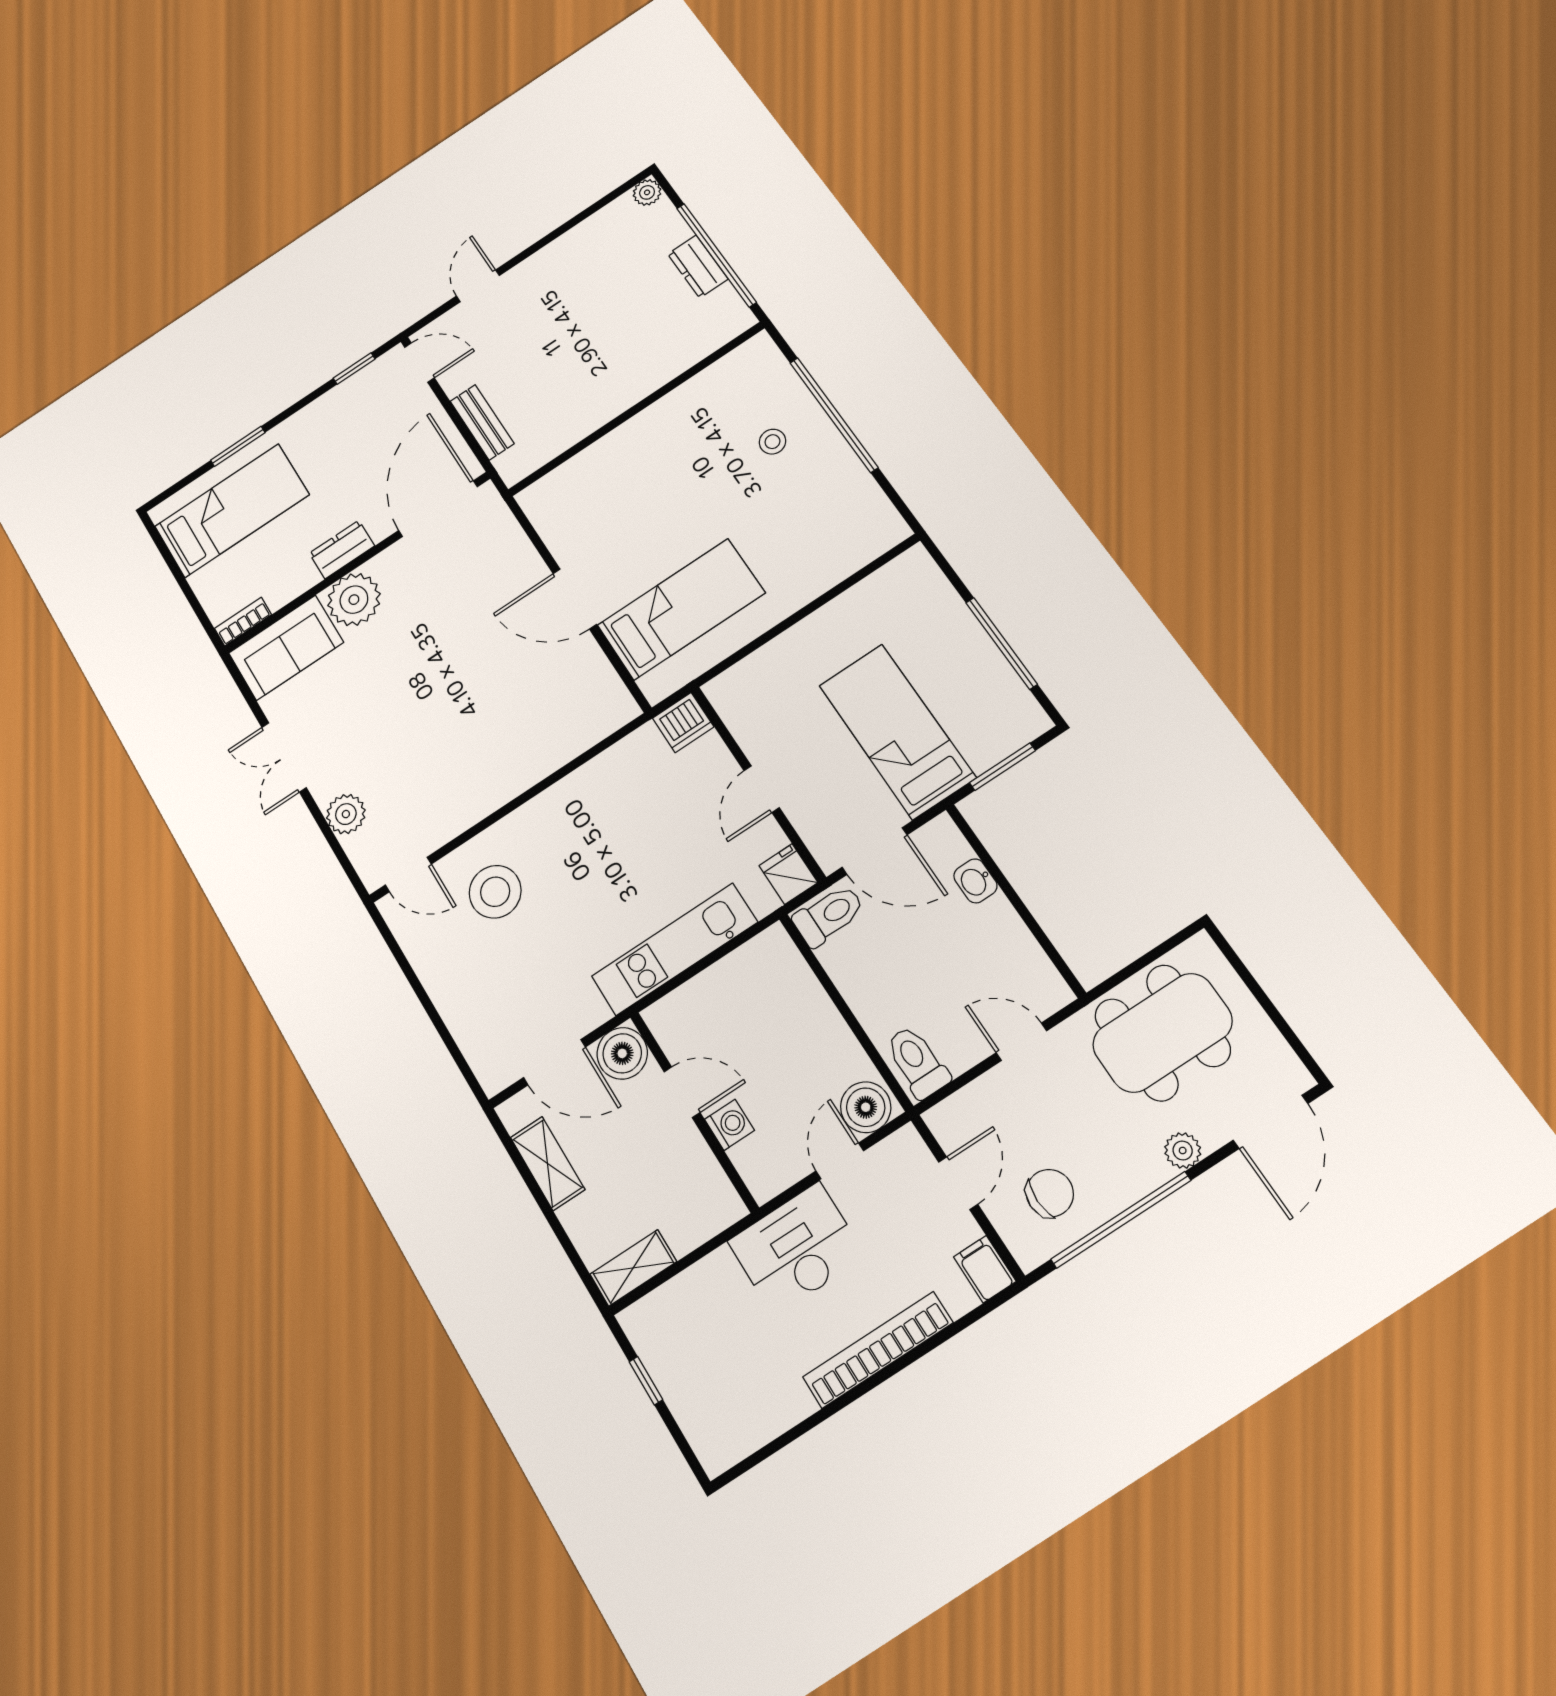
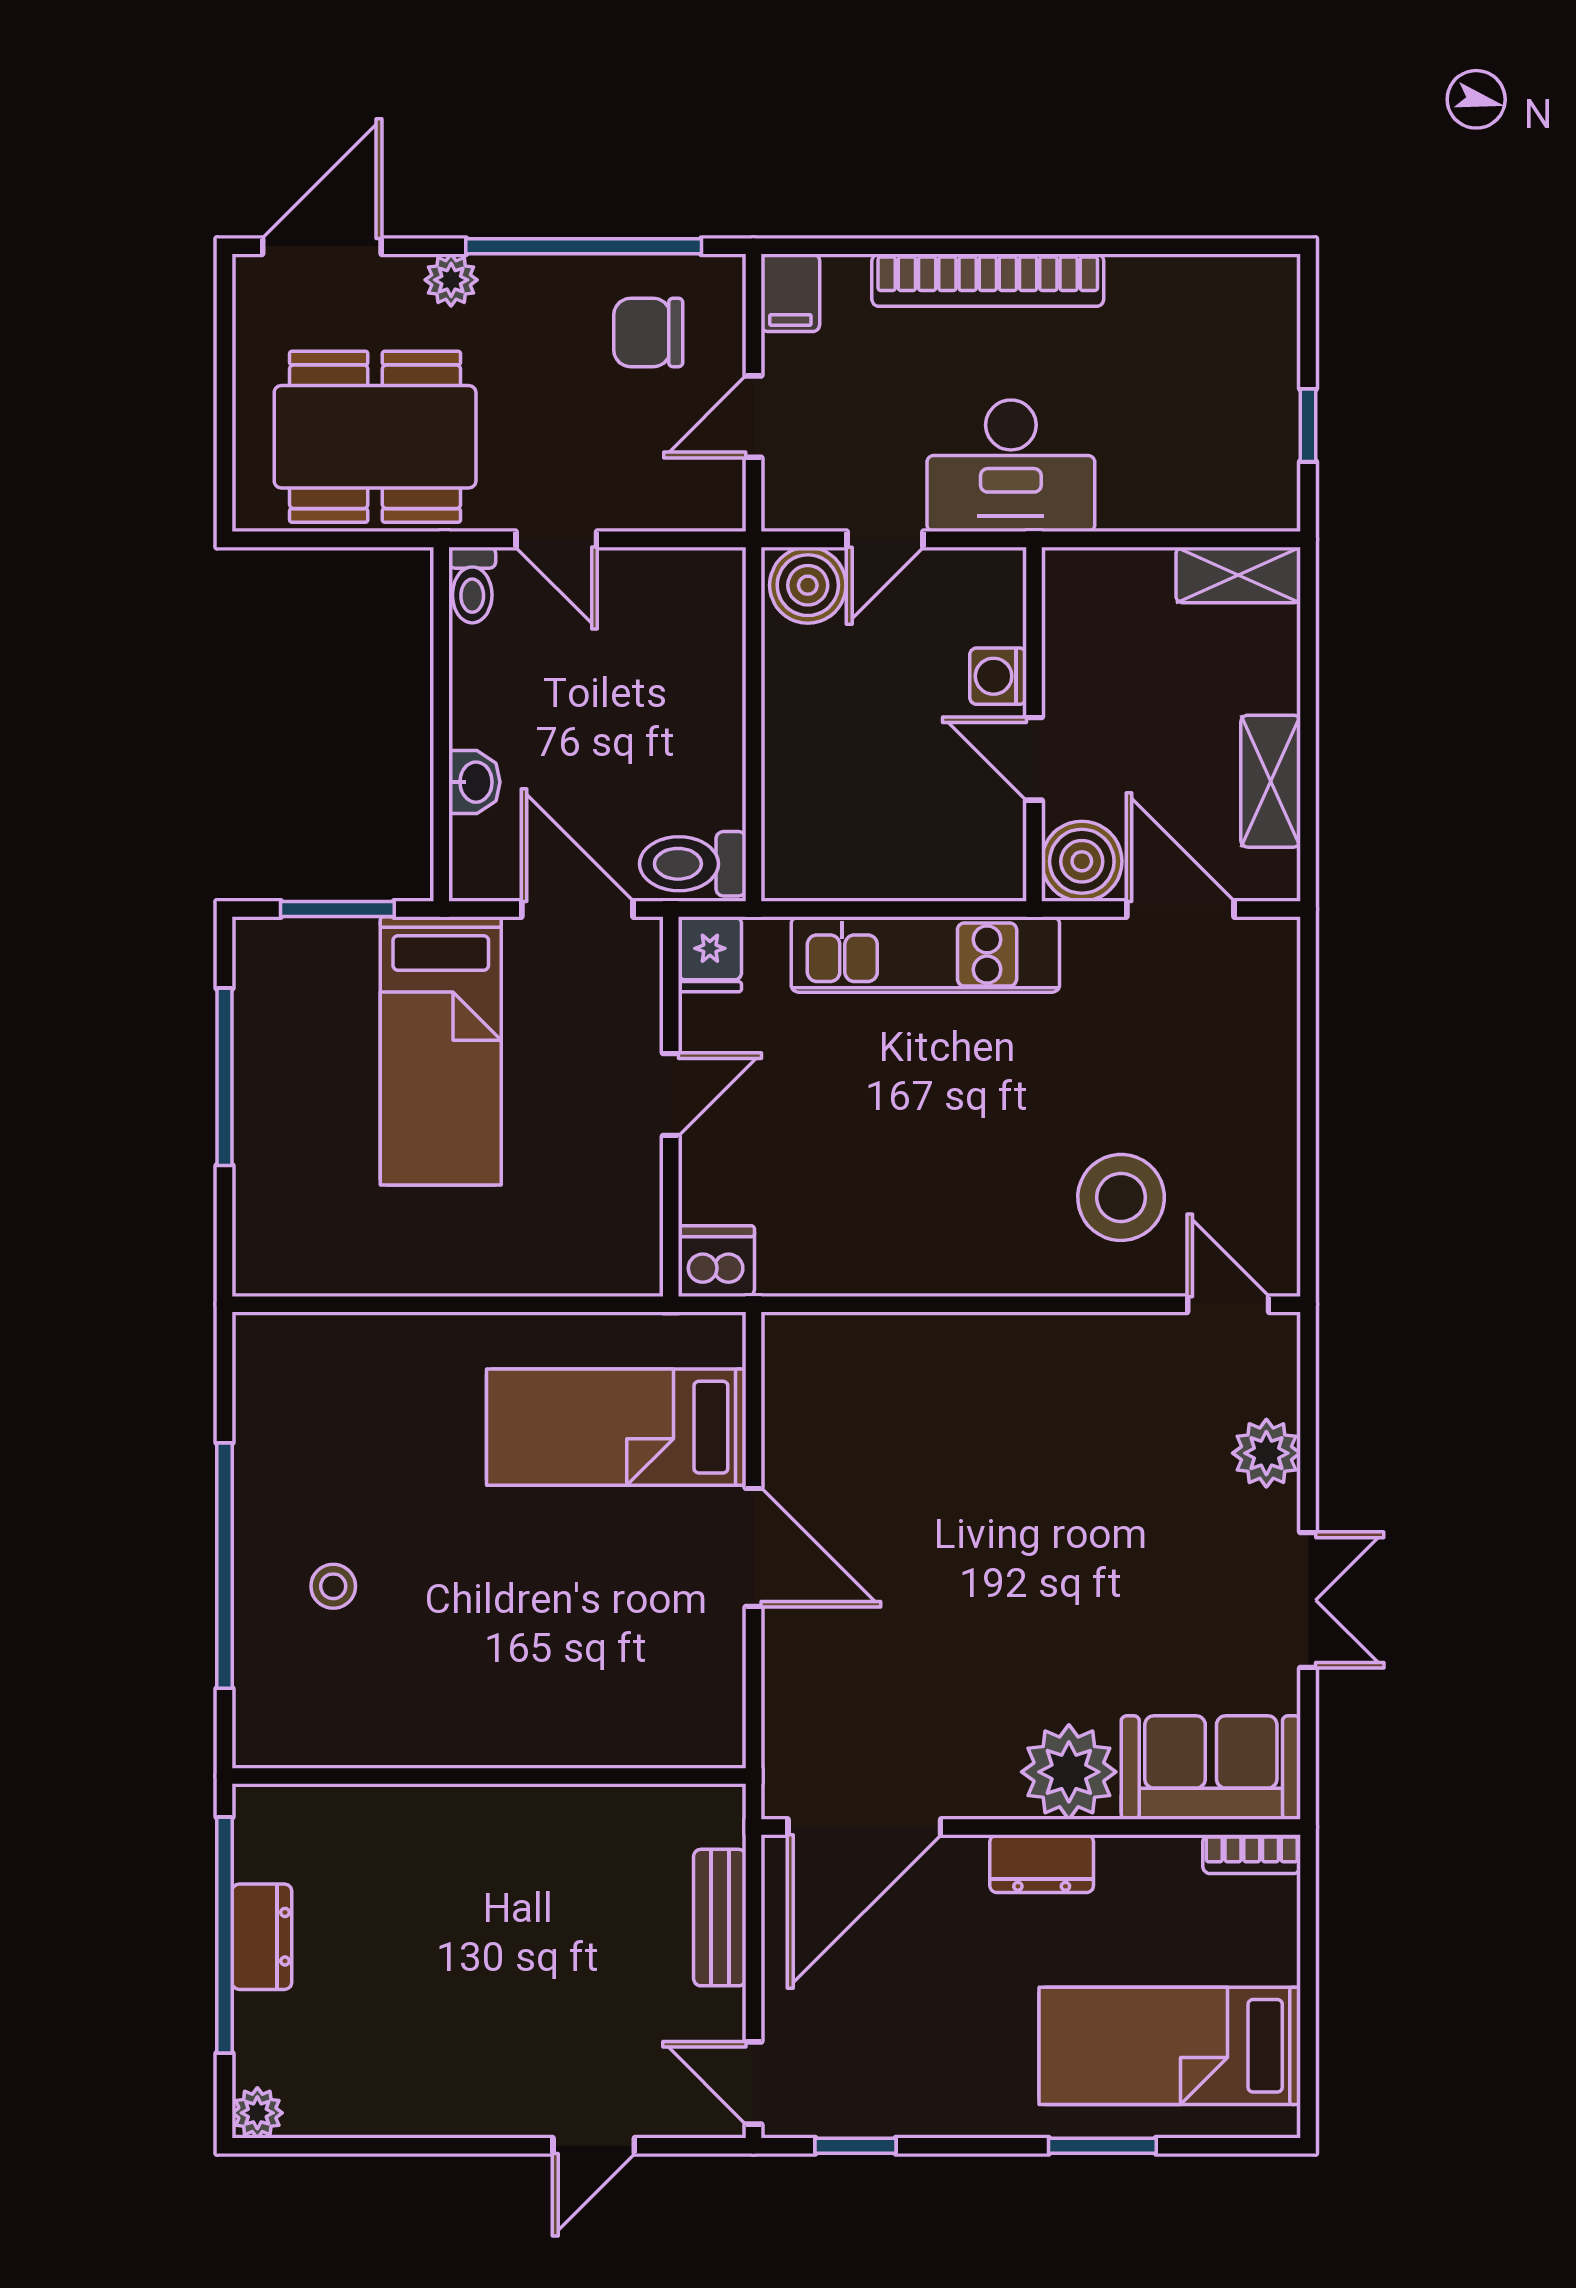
toilet: (917, 1062) -> (472, 585), moved, width x0.73, depth x0.72

